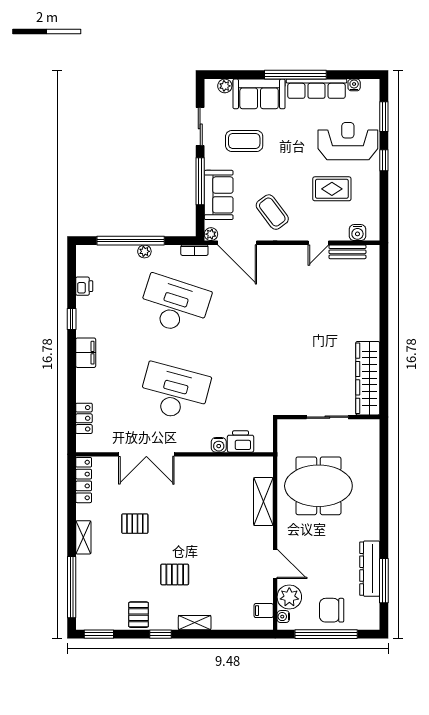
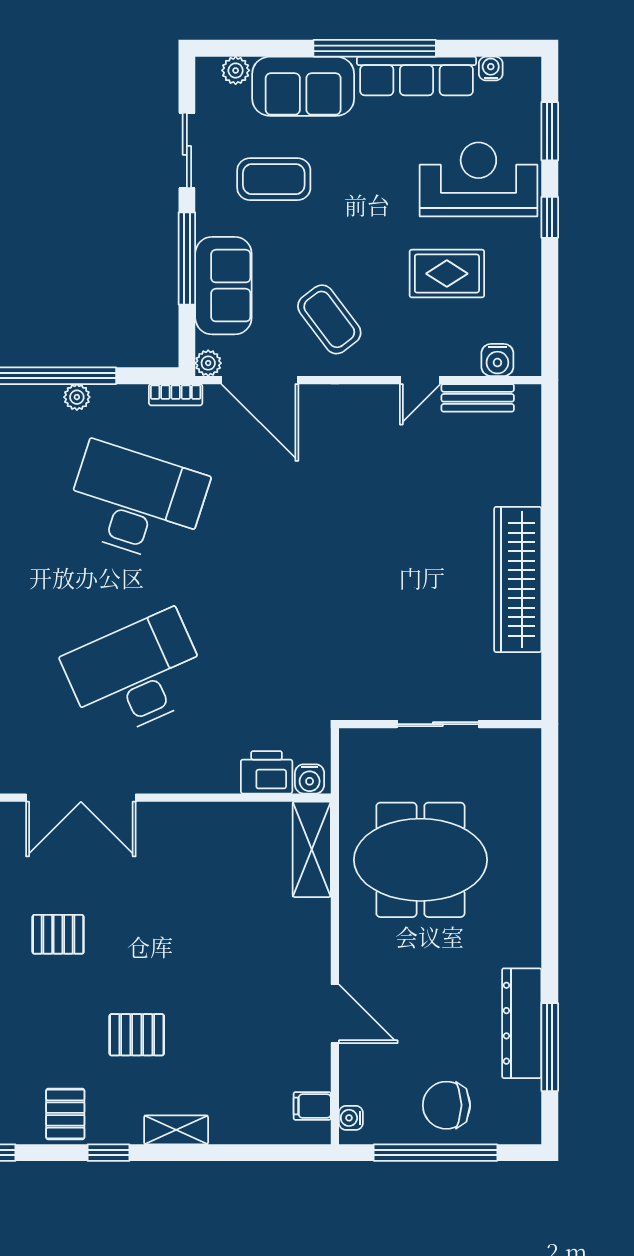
wardrobe: (368, 378) -> (518, 579), moved
desk: (174, 392) -> (136, 675), turned -39
water cooler: (219, 445) -> (310, 779), moved
shelving: (263, 502) -> (312, 849), moved
plant: (289, 597) -> (363, 1079), removed

